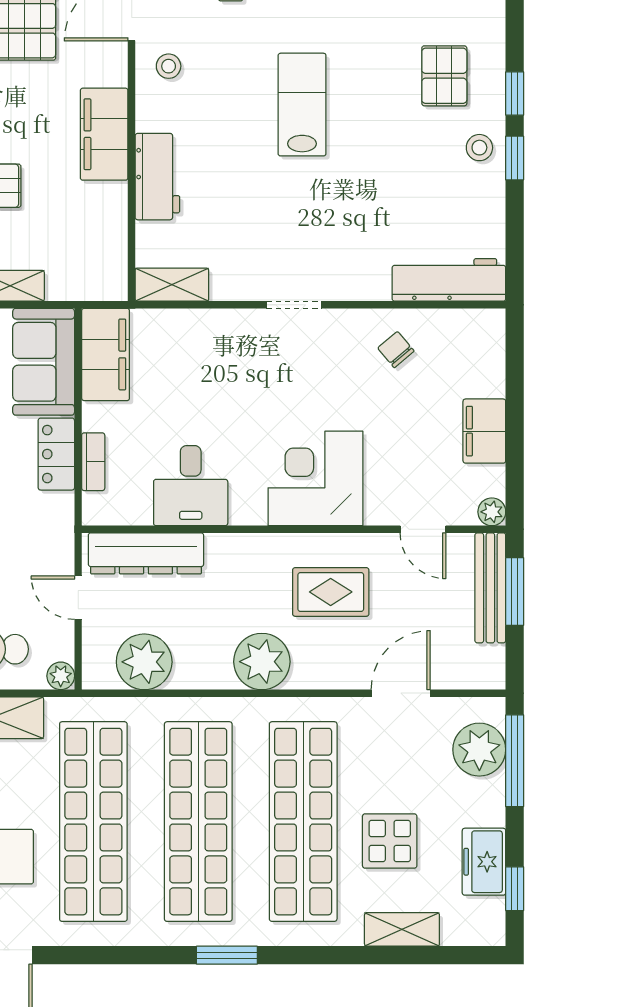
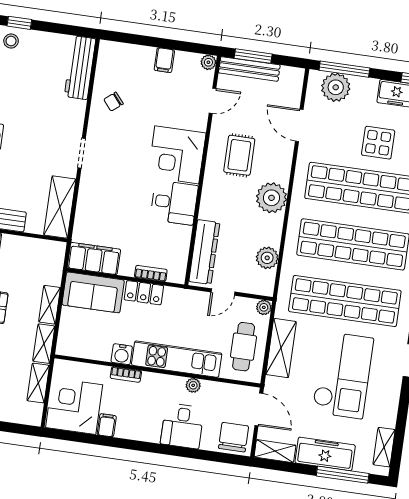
shelving: (172, 285) -> (60, 207), width x1.50, depth x1.33
filing cabinet: (484, 431) -> (164, 60), width x0.50
desk: (191, 486) -> (174, 203), moved
plant: (144, 662) -> (267, 258), width x0.73, depth x0.73

